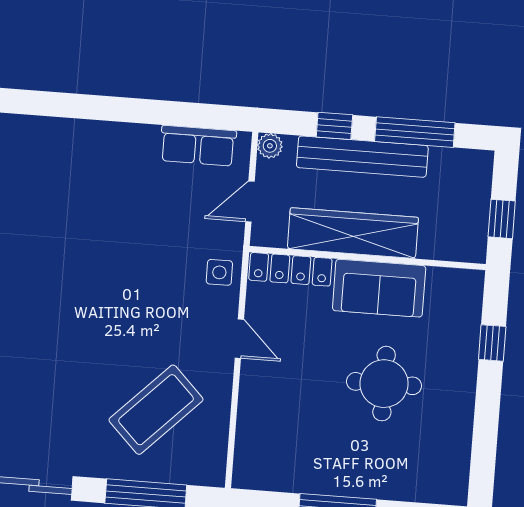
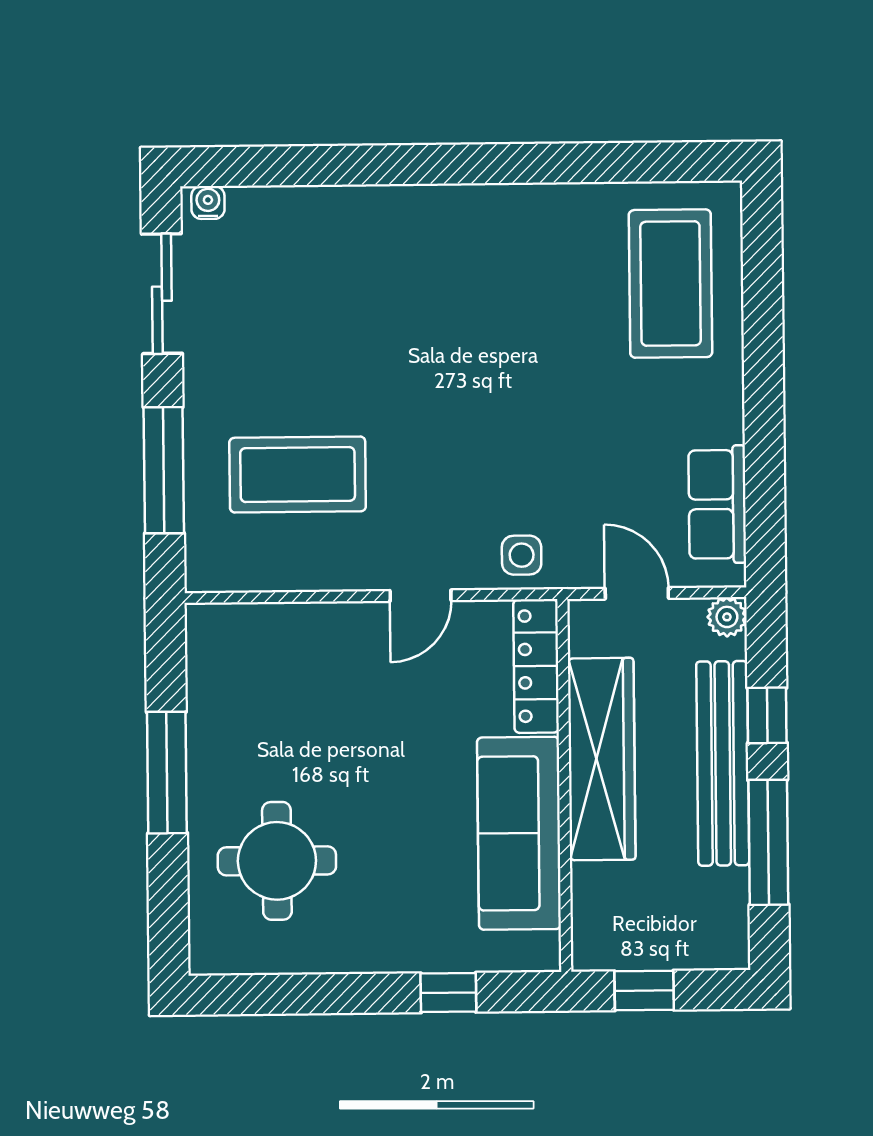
coffee table: (56, 163) -> (671, 284), added
sofa: (379, 288) -> (519, 833), width x1.36
round table: (384, 384) -> (277, 861), moved
coffee table: (156, 410) -> (298, 475), turned -45

